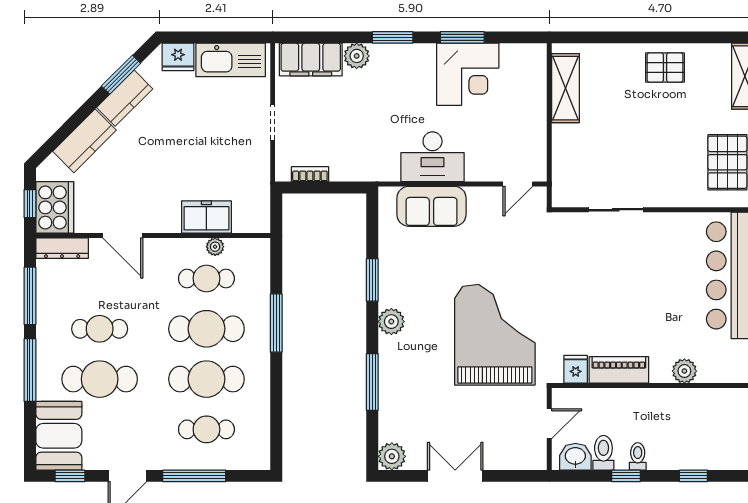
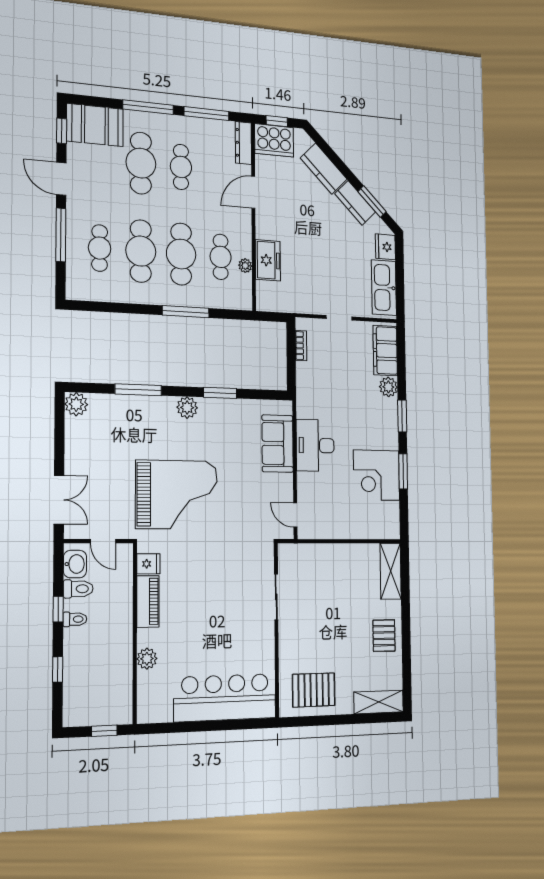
shelving: (566, 88) -> (391, 571), moved, turned 90
double door: (455, 476) -> (59, 500), moved

